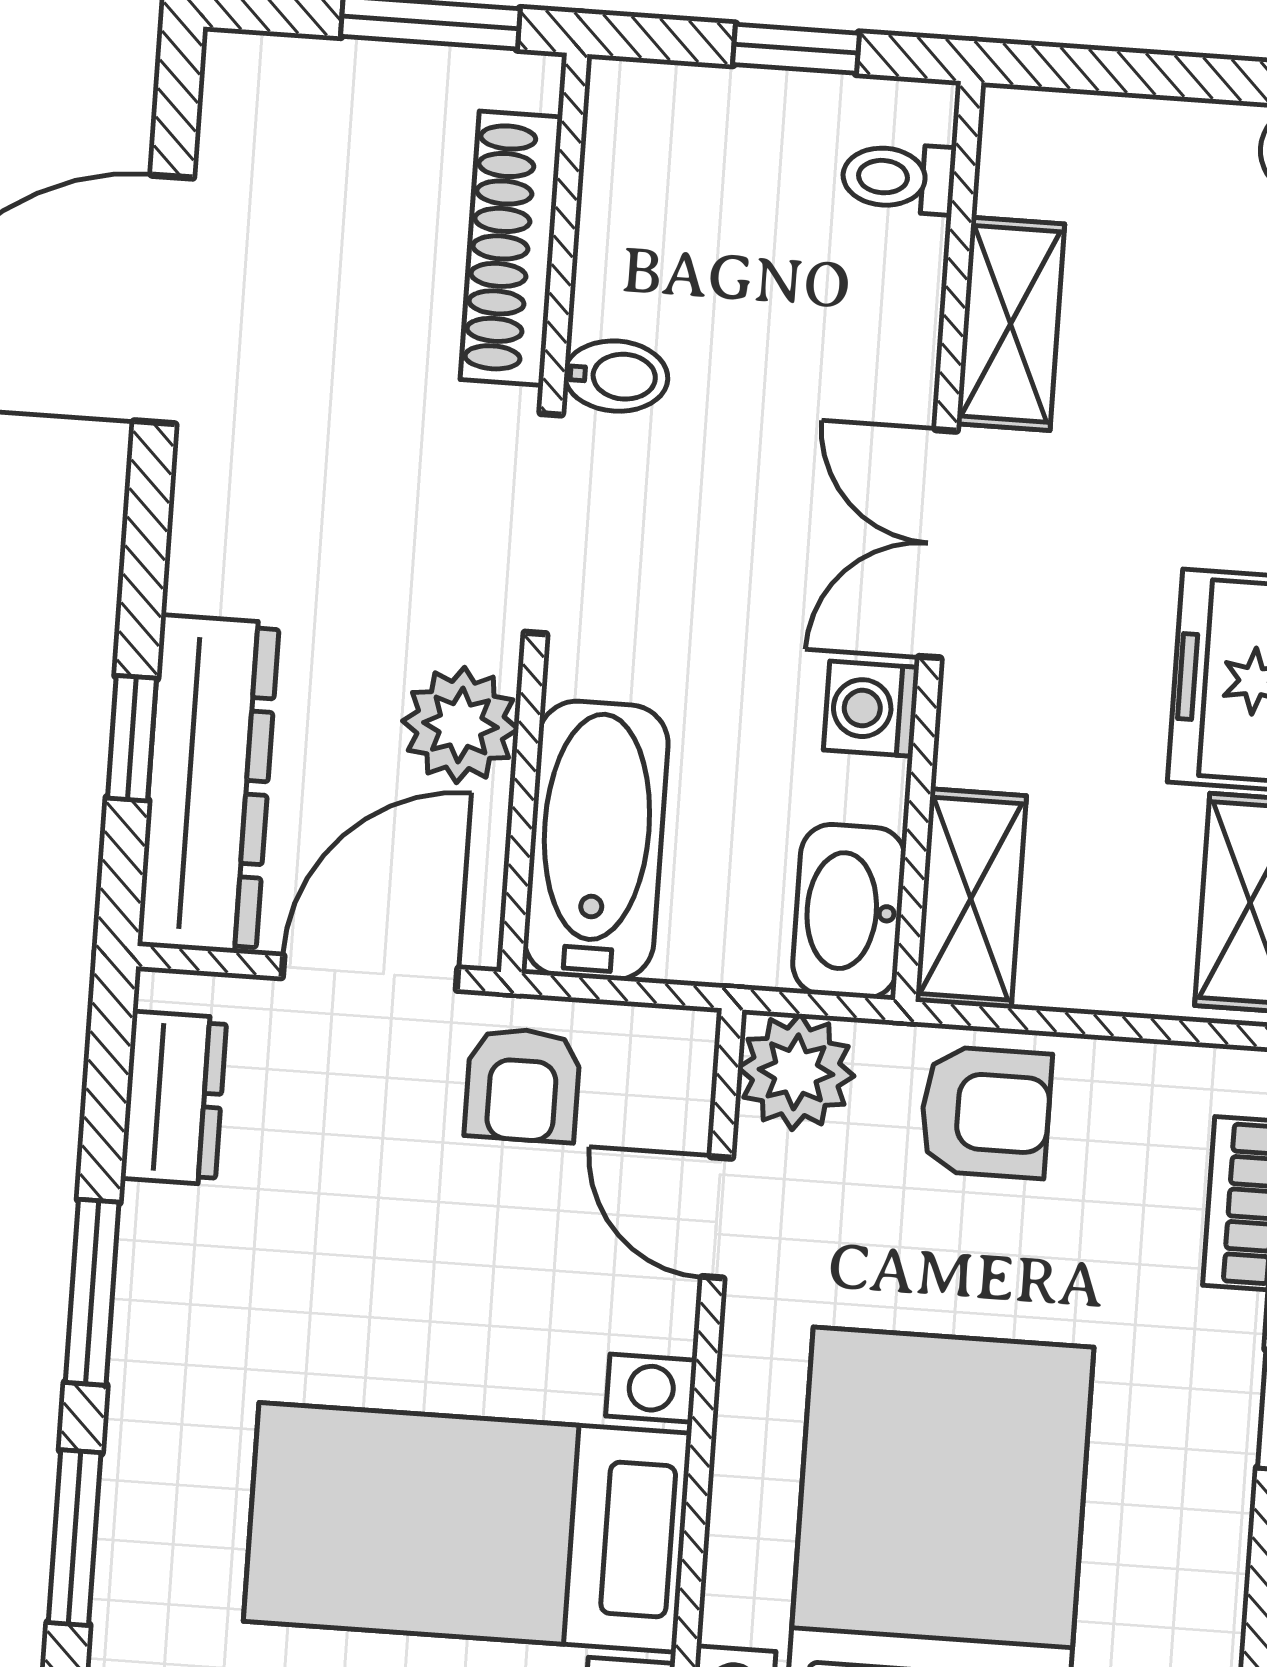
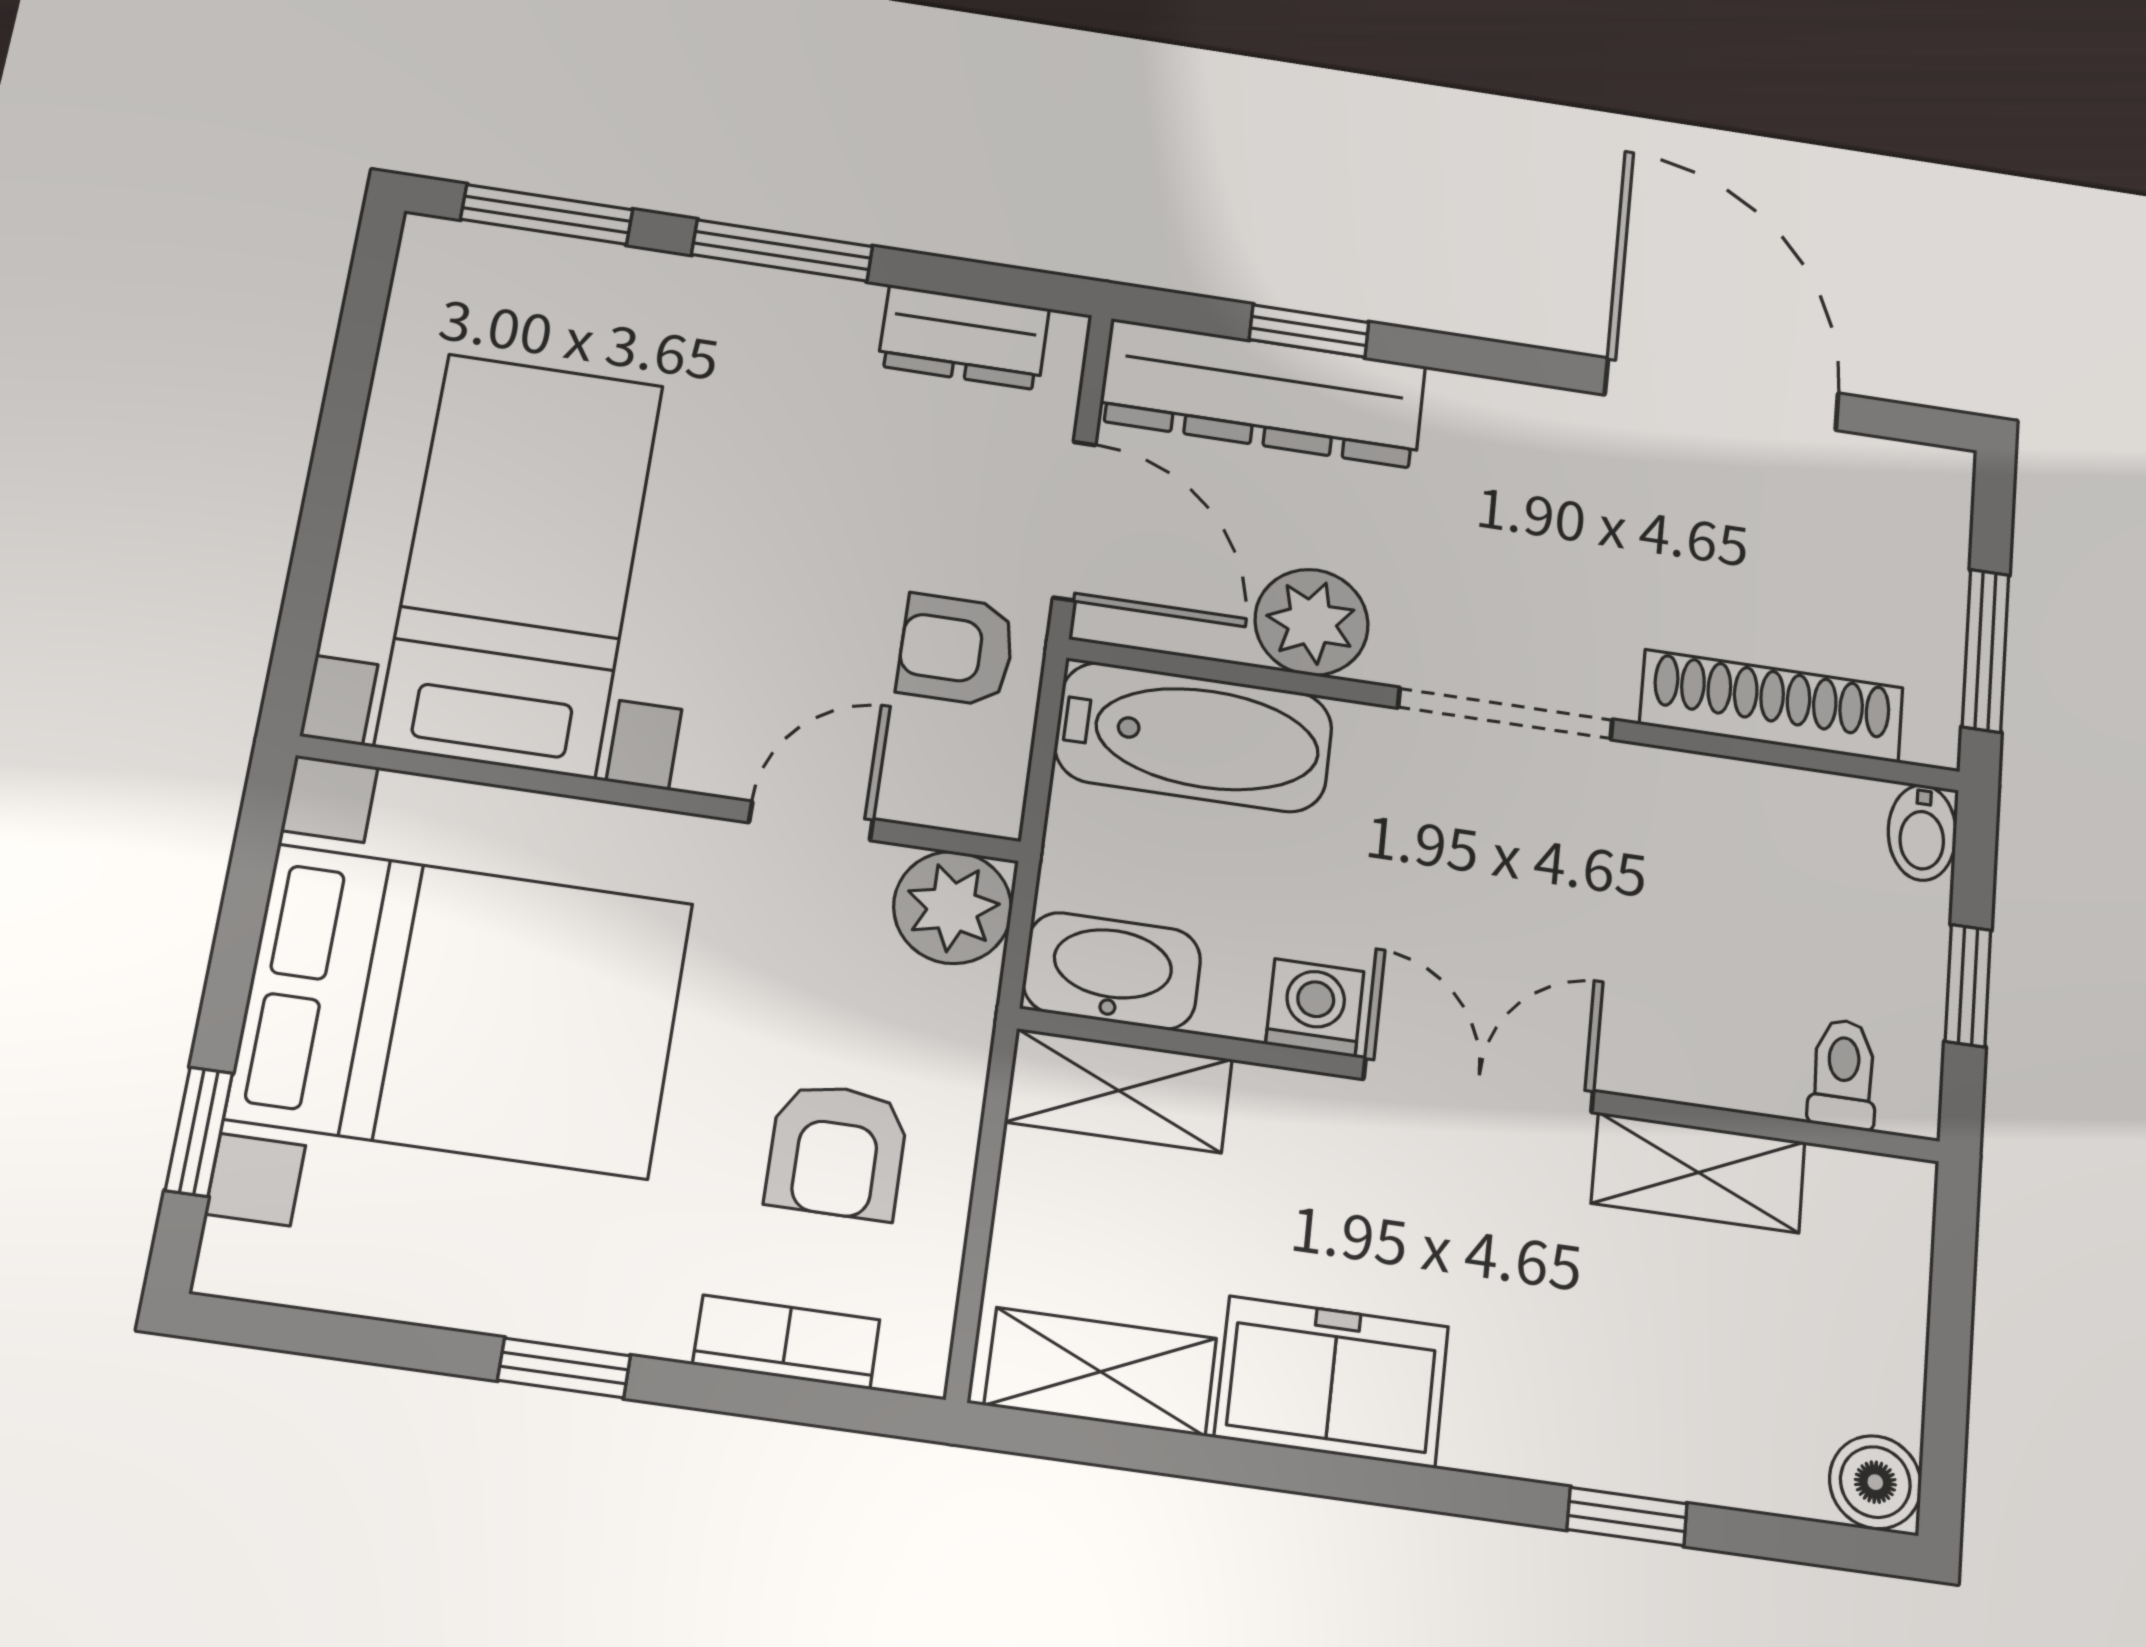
bidet: (616, 376) -> (1922, 833), moved
armchair: (986, 1112) -> (837, 1151), moved

